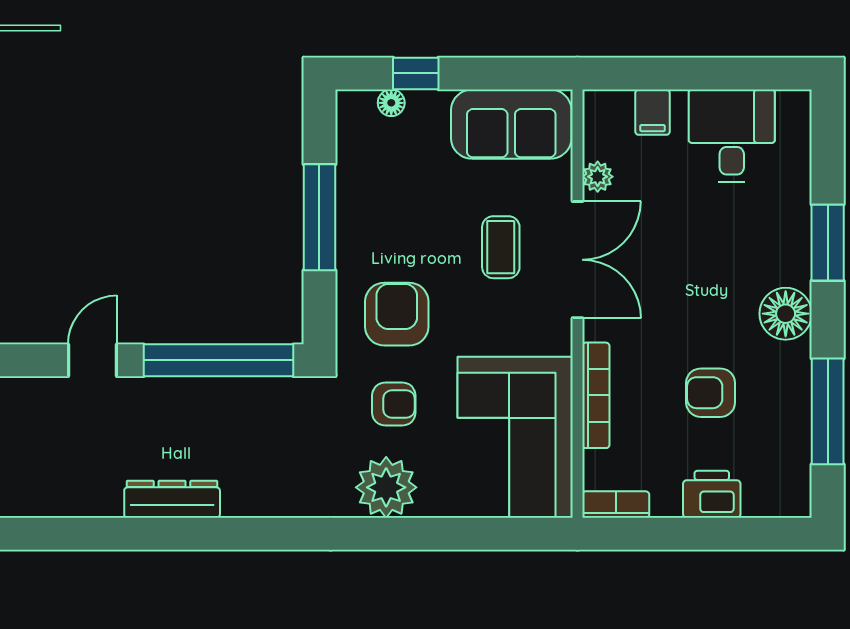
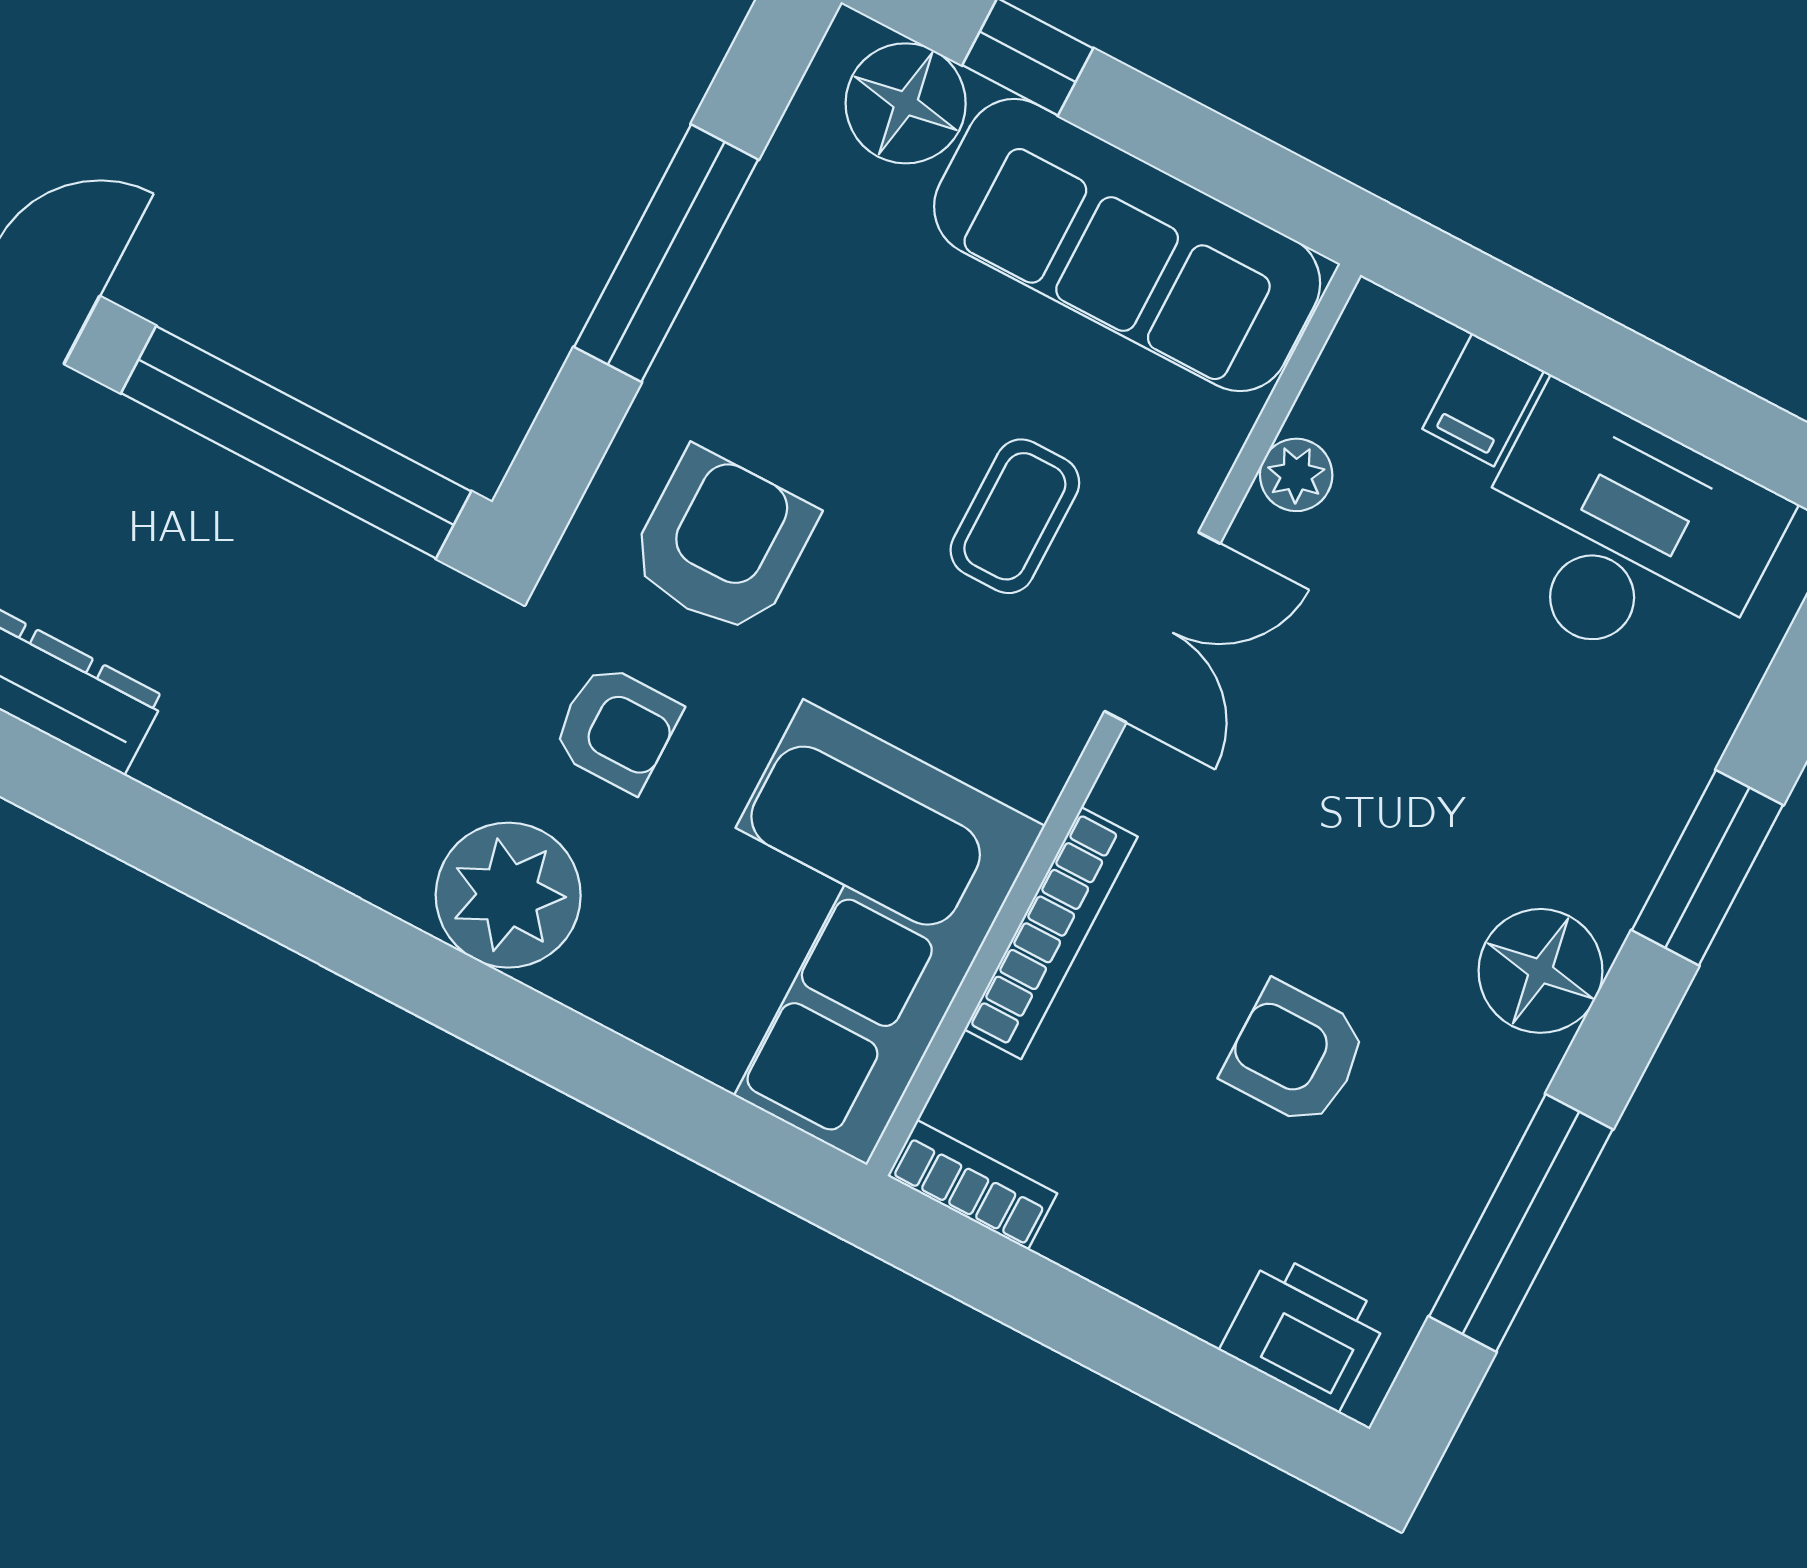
floor lamp: (391, 103) -> (906, 103), width x1.89, depth x1.89
sofa: (511, 124) -> (1127, 245), width x1.36
desk: (732, 136) -> (1624, 537), width x1.37
double door: (578, 260) -> (1162, 627), width x0.73
printer: (712, 494) -> (1305, 1332), moved

